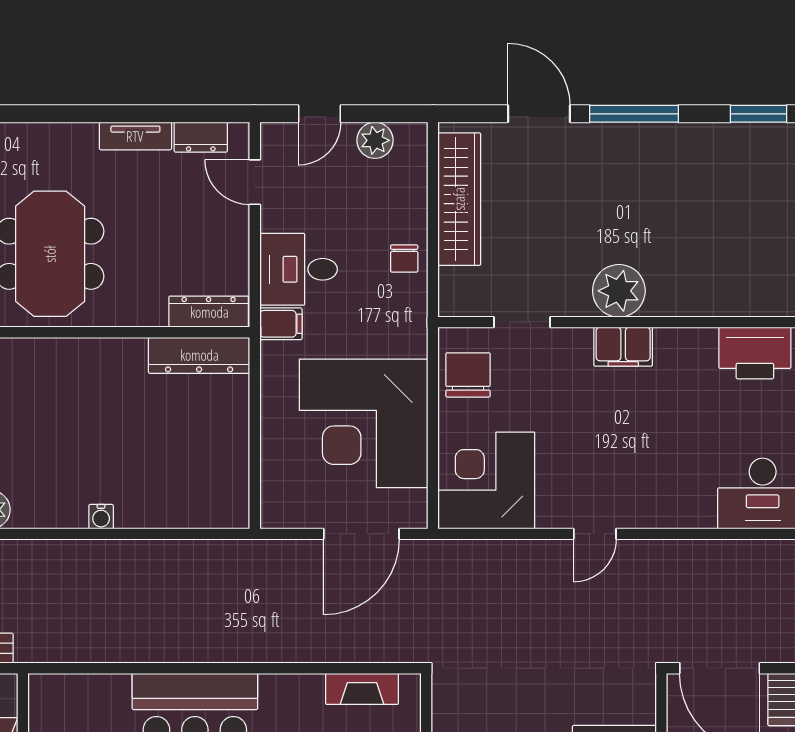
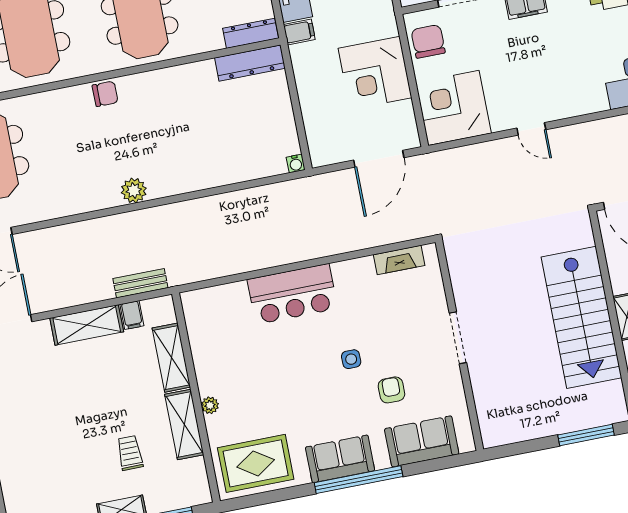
corner desk: (364, 423) -> (375, 73), width x0.74, depth x0.74
water cooler: (101, 517) -> (296, 163), moved
door: (595, 534) -> (531, 129), hinge flipped

